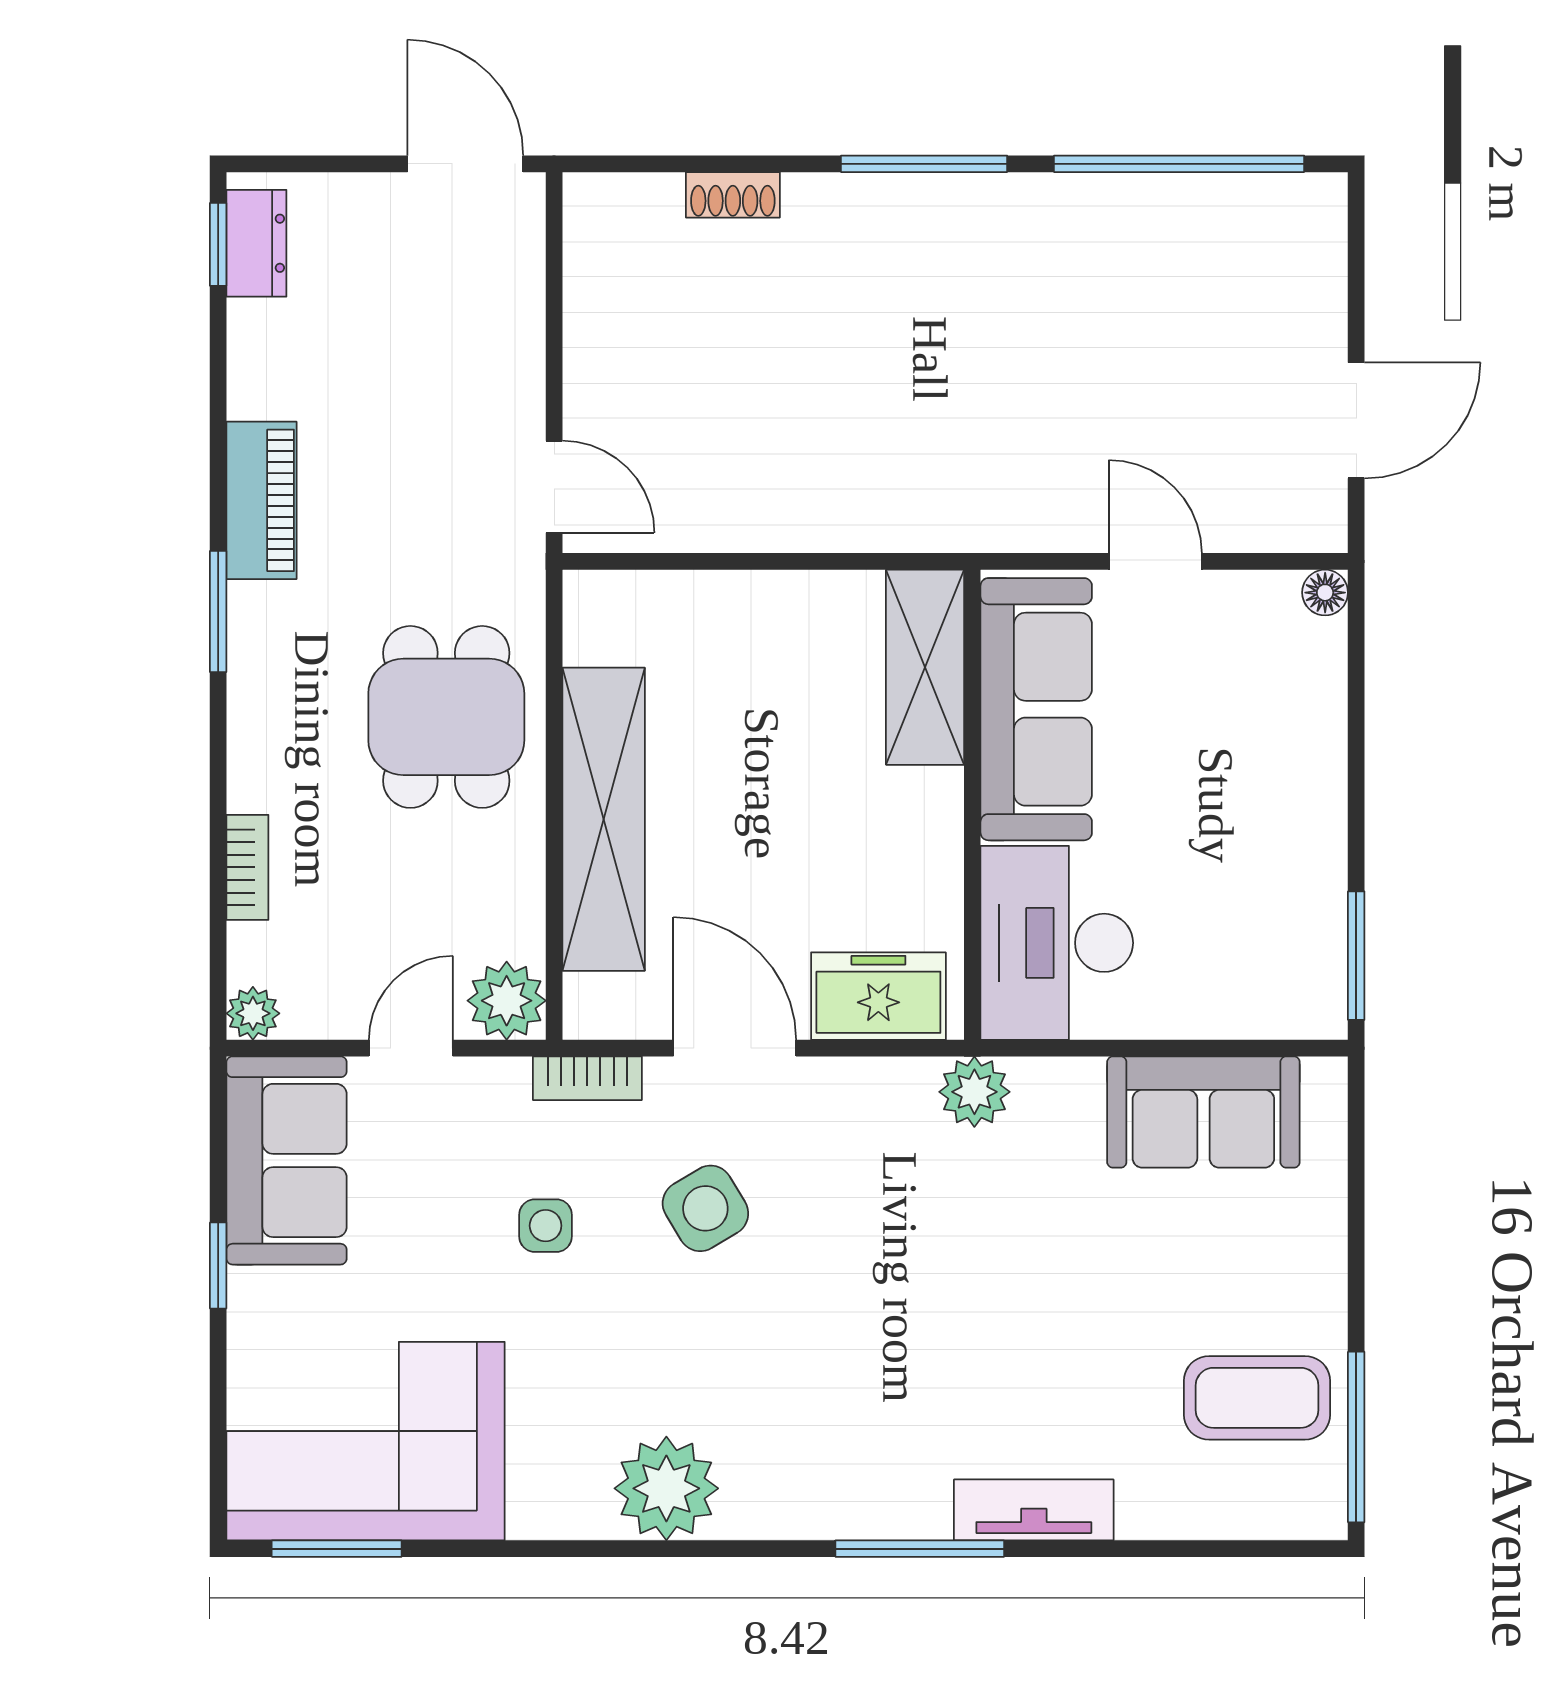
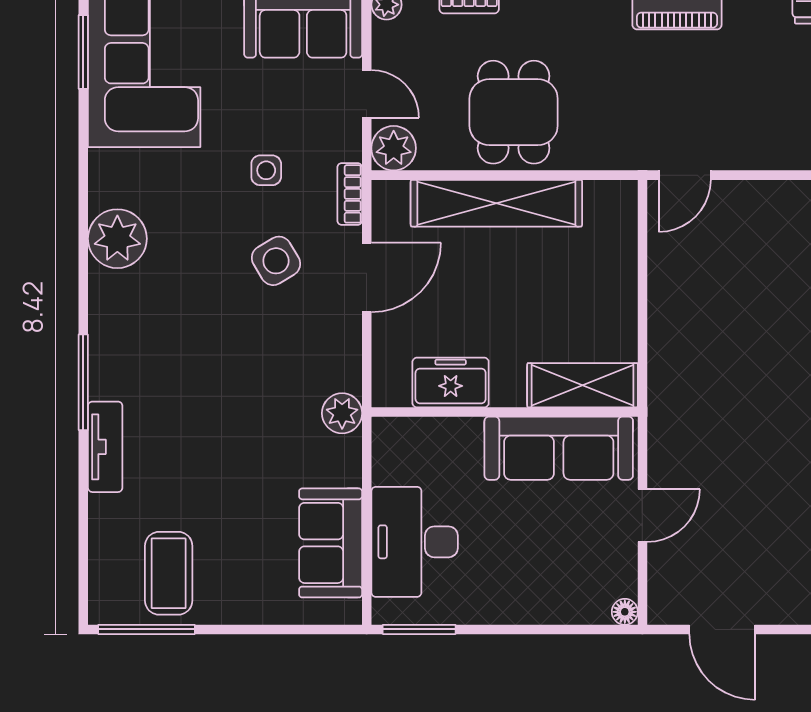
dining table: (446, 717) -> (514, 112), moved, turned 90
desk: (1057, 943) -> (415, 542), moved, turned -90
freezer: (878, 996) -> (451, 382), moved, turned -90

